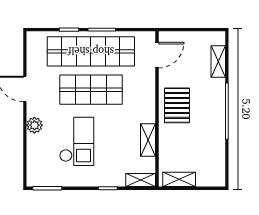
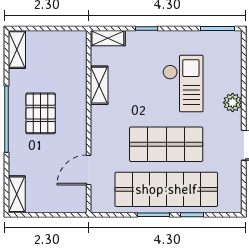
door: (157, 55) -> (89, 170), moved
shelving: (218, 62) -> (17, 194), moved
pallet: (177, 105) -> (41, 113), moved
checkout: (77, 141) -> (183, 84), turned 180
shelving: (179, 179) -> (17, 49), moved, turned 90

